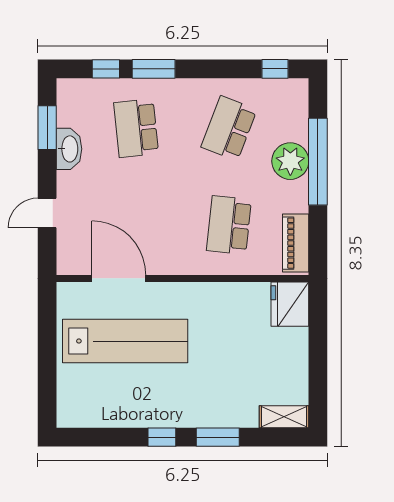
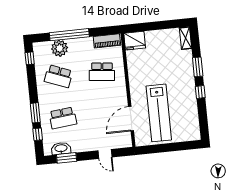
washbasin: (69, 149) -> (61, 149), moved
plant: (290, 161) -> (60, 48), moved
lab bench: (125, 341) -> (159, 113), turned 180

